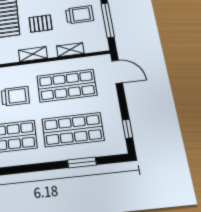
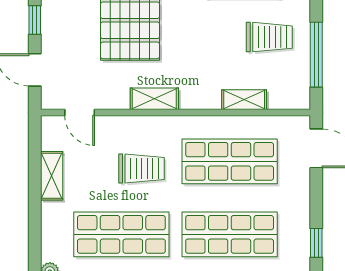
pallet: (40, 24) -> (199, 44), removed
shelving: (33, 54) -> (154, 99), moved

